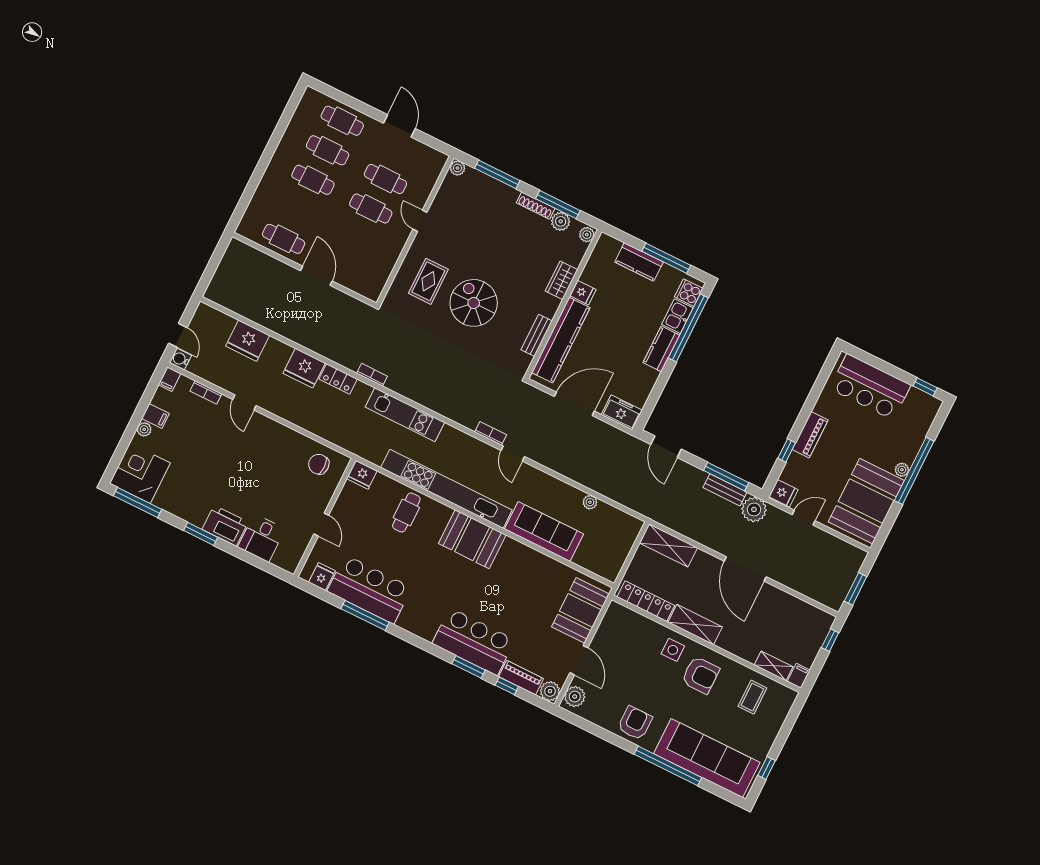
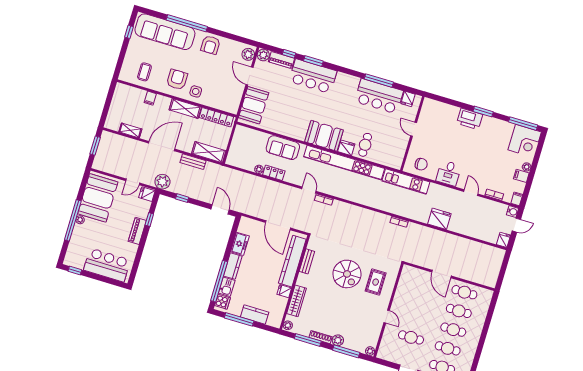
cafe table: (371, 209) -> (459, 311), moved
plant: (561, 221) -> (338, 340), moved
wardrobe: (562, 280) -> (297, 301), width x1.50
door: (178, 335) -> (516, 225), swing flipped
fridge: (248, 341) -> (504, 240), moved, width x0.53, depth x0.75
locker: (338, 379) -> (274, 173), moved
door: (574, 404) -> (278, 225), hinge flipped
freezer: (622, 412) -> (240, 244), moved, turned -90
kitchen unit: (405, 415) -> (406, 181), moved, turned 180
fridge: (362, 475) -> (346, 148), moved
window: (726, 477) -> (182, 198), width x0.46
bench: (725, 490) -> (193, 162), moved
sofa: (544, 531) -> (283, 148), width x0.73
desk: (261, 538) -> (449, 173), moved, turned 180
door: (745, 569) -> (162, 146), hinge flipped
window: (830, 640) -> (105, 113), removed
shelving: (774, 666) -> (130, 130), moved
armchair: (700, 675) -> (177, 80), turned 90
filing cabinet: (799, 676) -> (150, 98), moved

